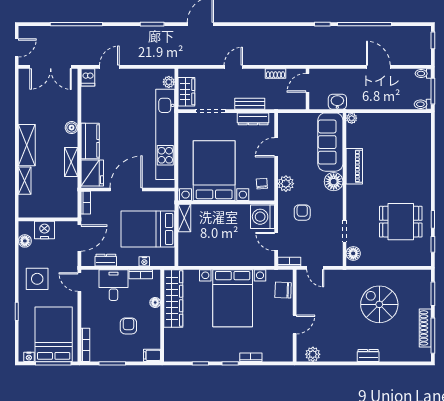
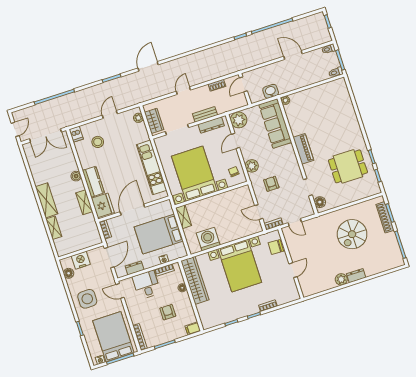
door: (109, 67) -> (110, 115), moved
stool: (111, 95) -> (98, 142), added
plant: (288, 124) -> (239, 120), added
kitchen unit: (165, 134) -> (152, 167), width x0.73
piano: (354, 166) -> (303, 149), moved
floor lamp: (334, 182) -> (287, 153), removed
washing machine: (262, 217) -> (208, 239), moved, turned 90
spiral stairs: (379, 304) -> (352, 234), turned -90
shoe rack: (425, 328) -> (385, 217), moved
plant: (313, 354) -> (341, 279), moved

